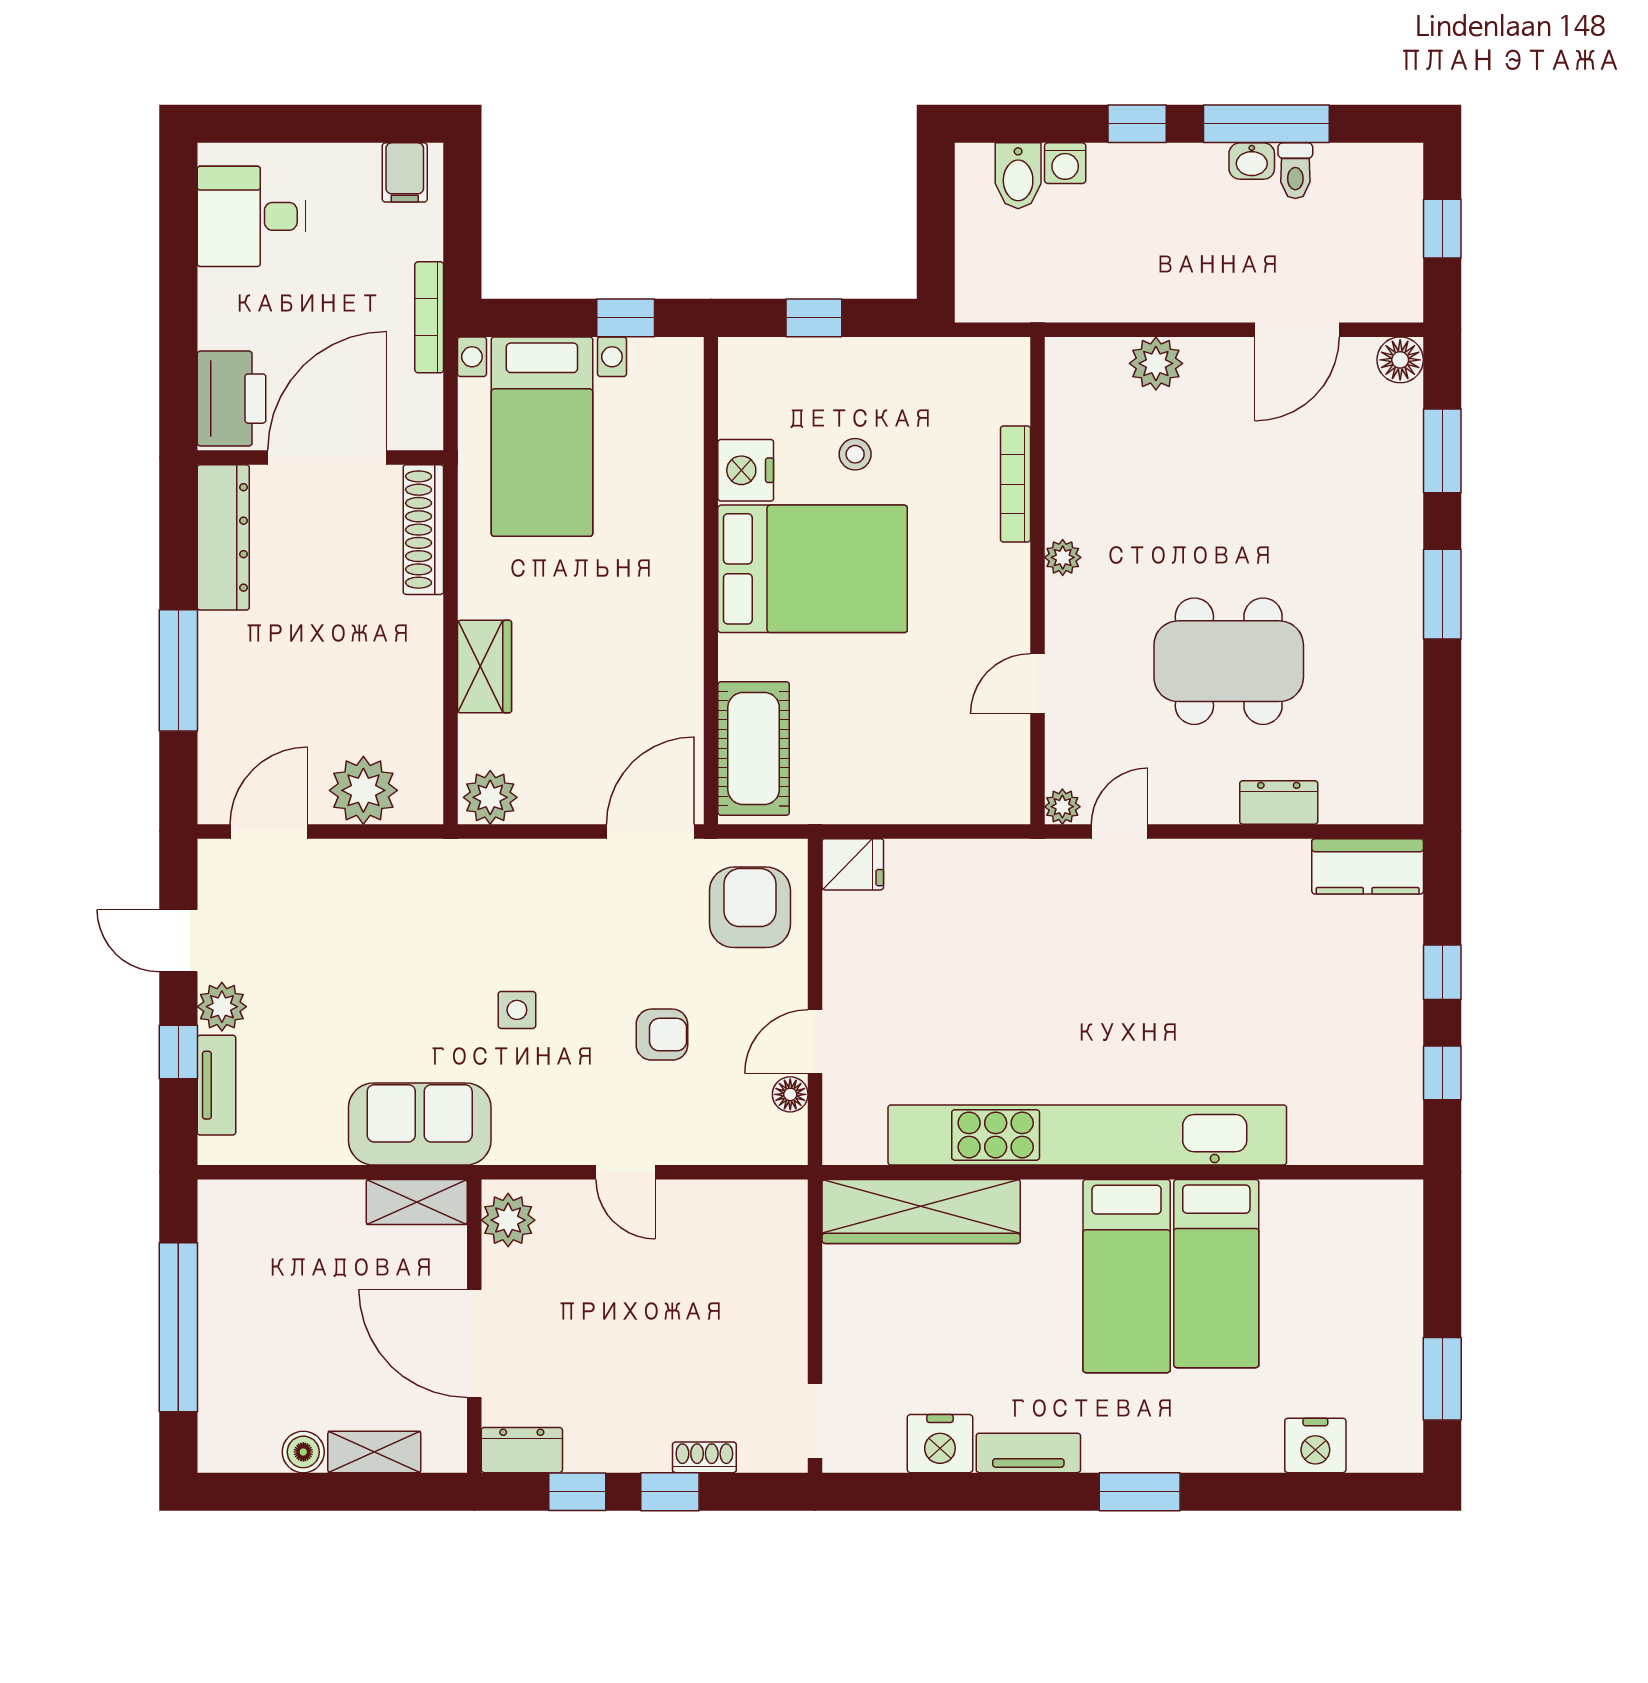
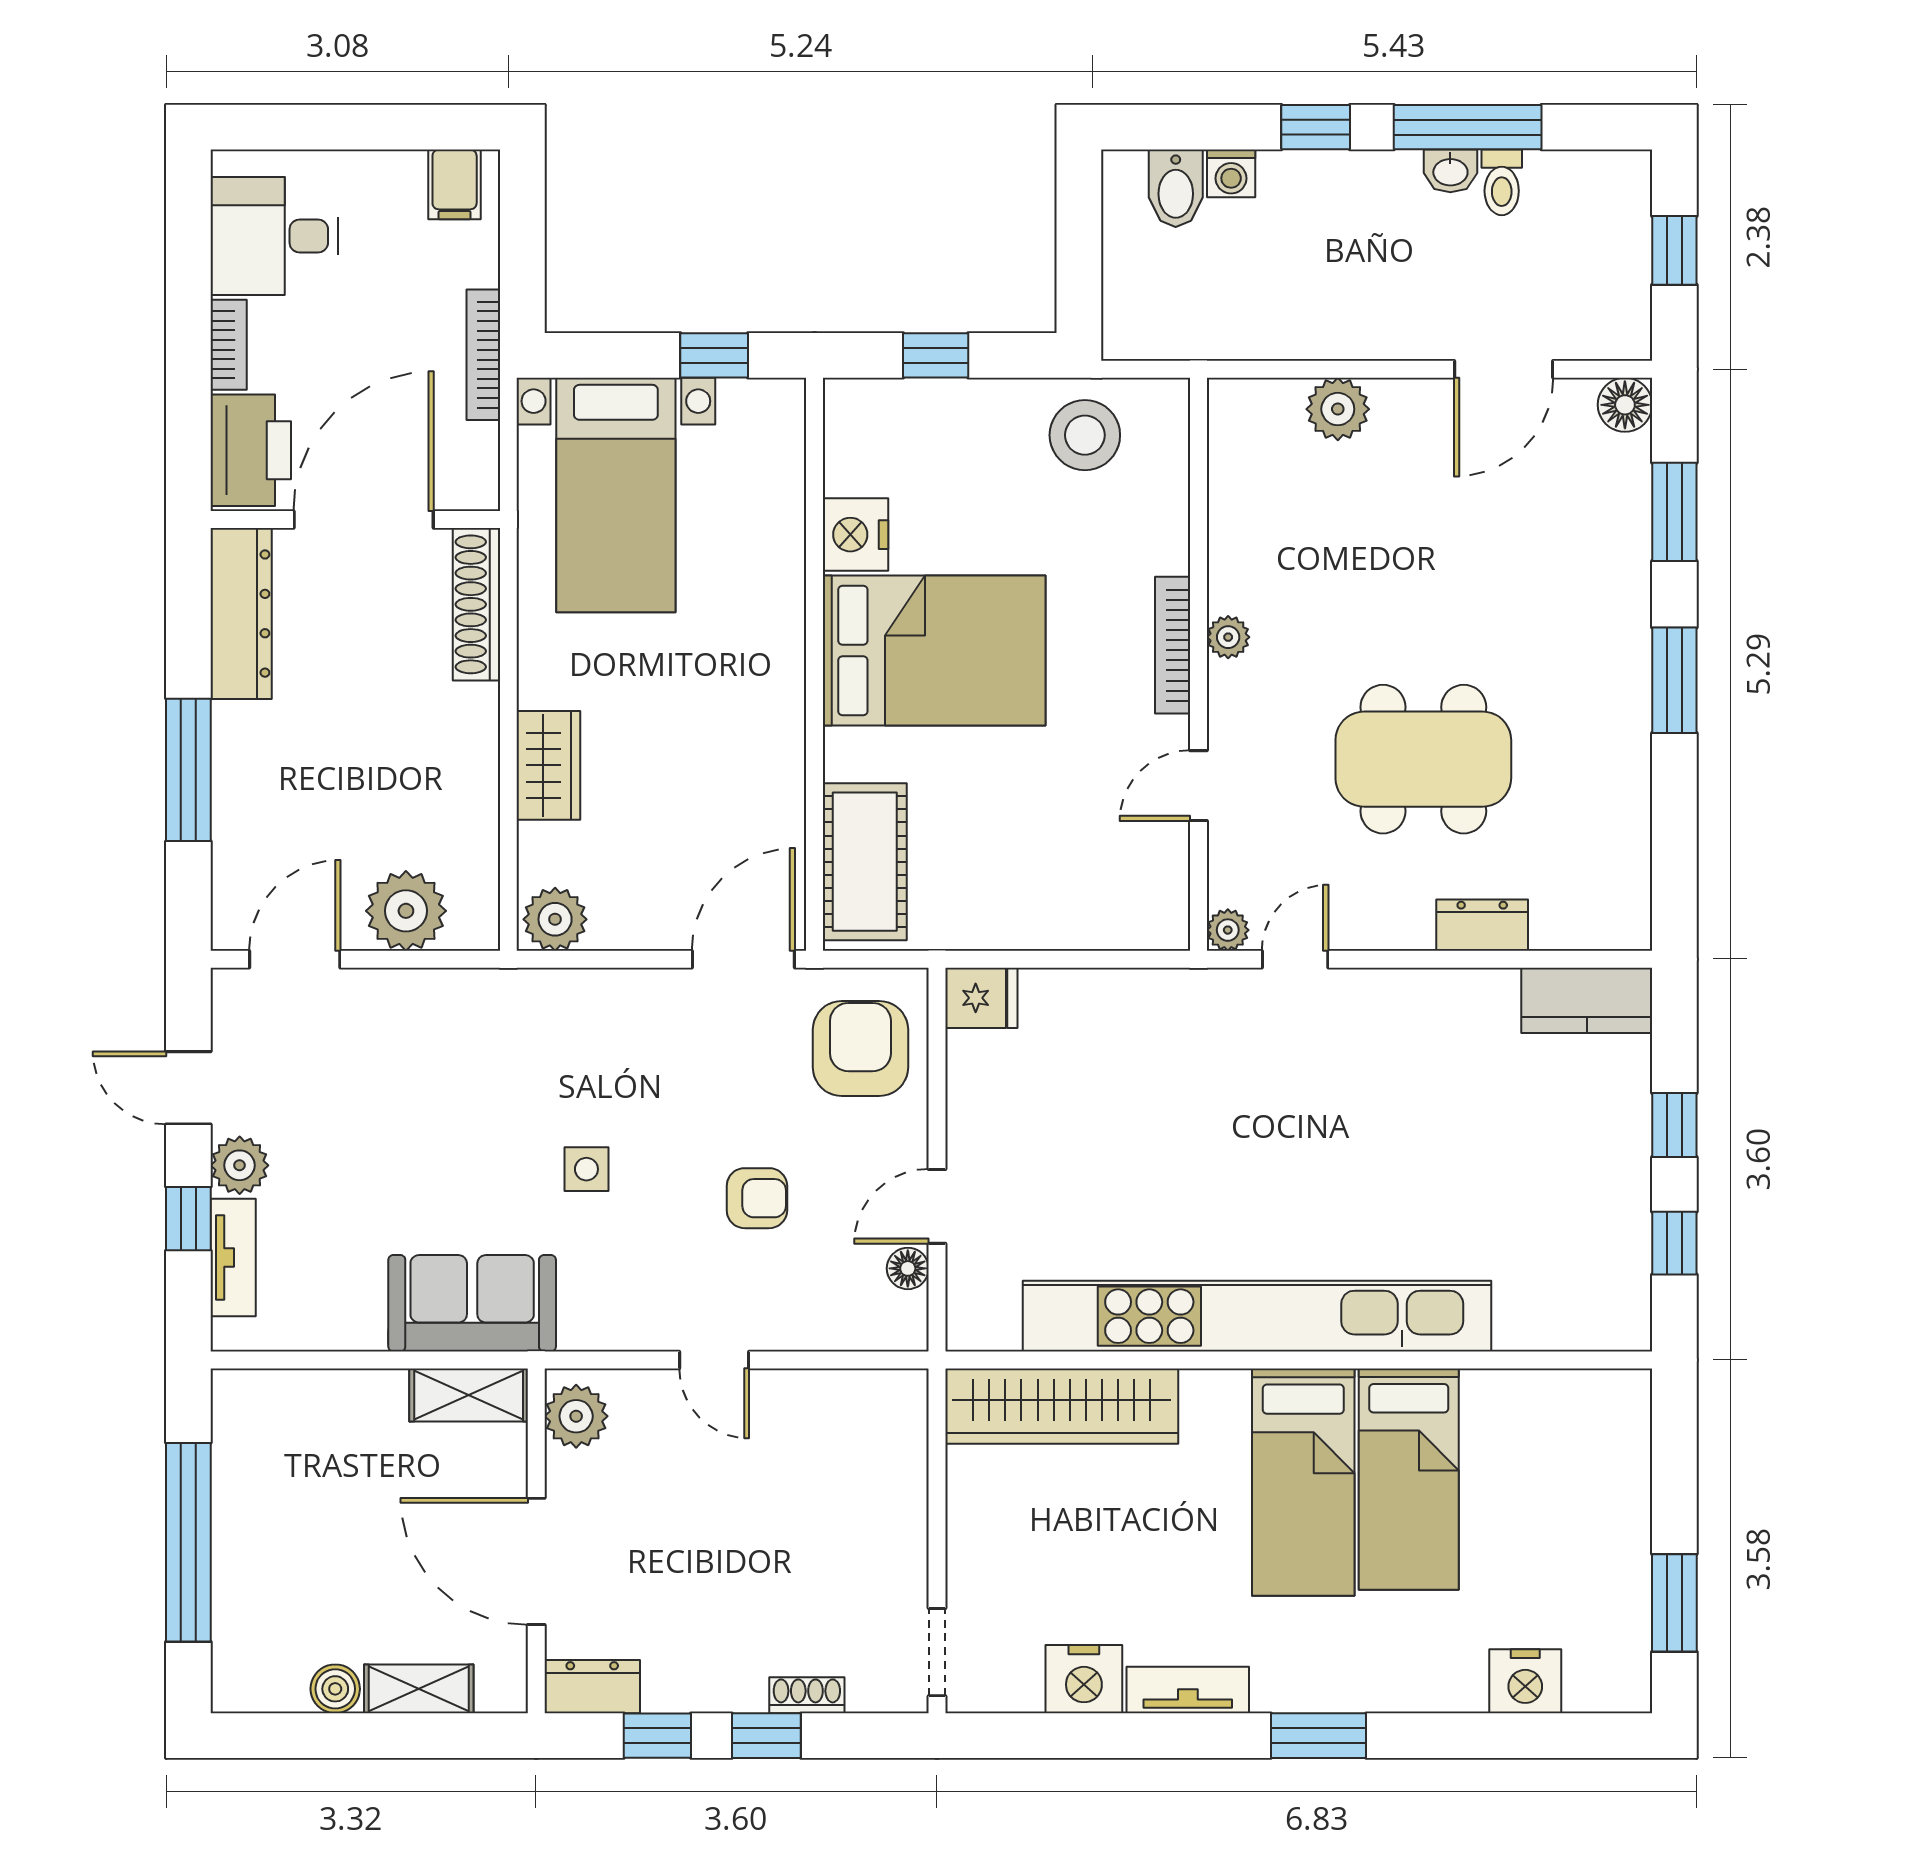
bookcase: (213, 309) -> (229, 345), added
stool: (855, 454) -> (1085, 435), moved, width x1.89, depth x1.89
bookcase: (1015, 484) -> (1173, 645), moved

